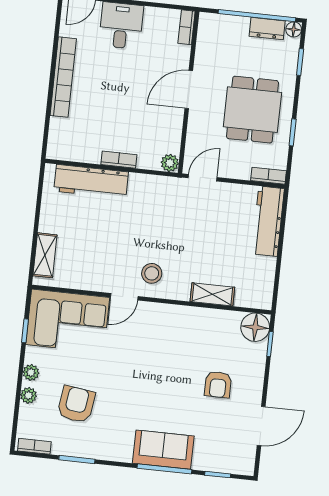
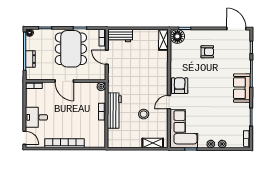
dresser: (267, 29) -> (30, 59), moved
dining table: (252, 110) -> (71, 49), width x1.38
door: (203, 178) -> (107, 57), moved
workbench: (91, 182) -> (114, 111), moved
workbench: (268, 221) -> (120, 35), width x0.73
stool: (152, 273) -> (144, 114), moved
shelving: (212, 294) -> (163, 40), moved
door: (124, 297) -> (169, 102), swing flipped
armchair: (76, 404) -> (180, 86), moved, turned 82
door: (261, 426) -> (236, 29), moved
sofa: (163, 450) -> (242, 88), moved

